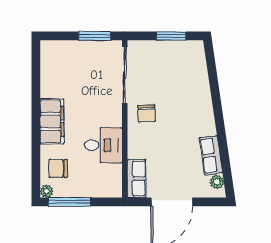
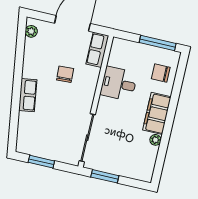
chair: (147, 113) -> (65, 74), moved
row of seats: (211, 155) -> (28, 95), moved
chair: (58, 168) -> (161, 73), turned 180
plant: (47, 191) -> (155, 140), moved

